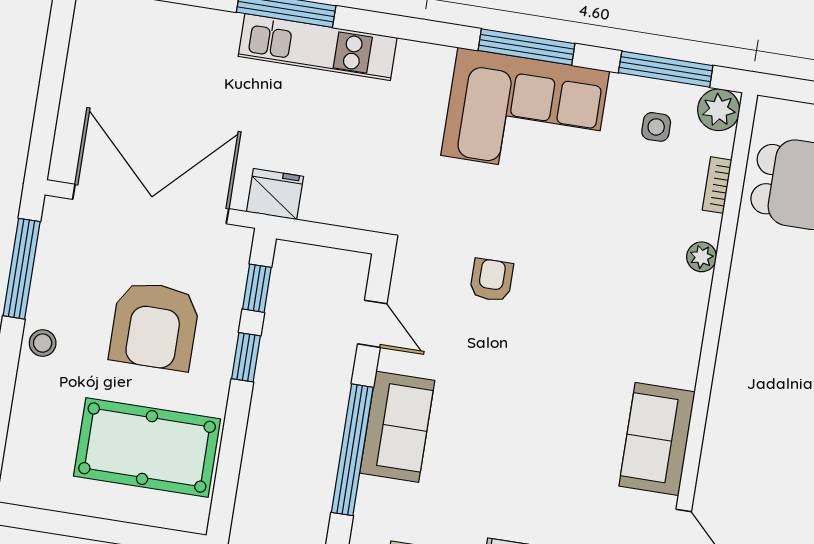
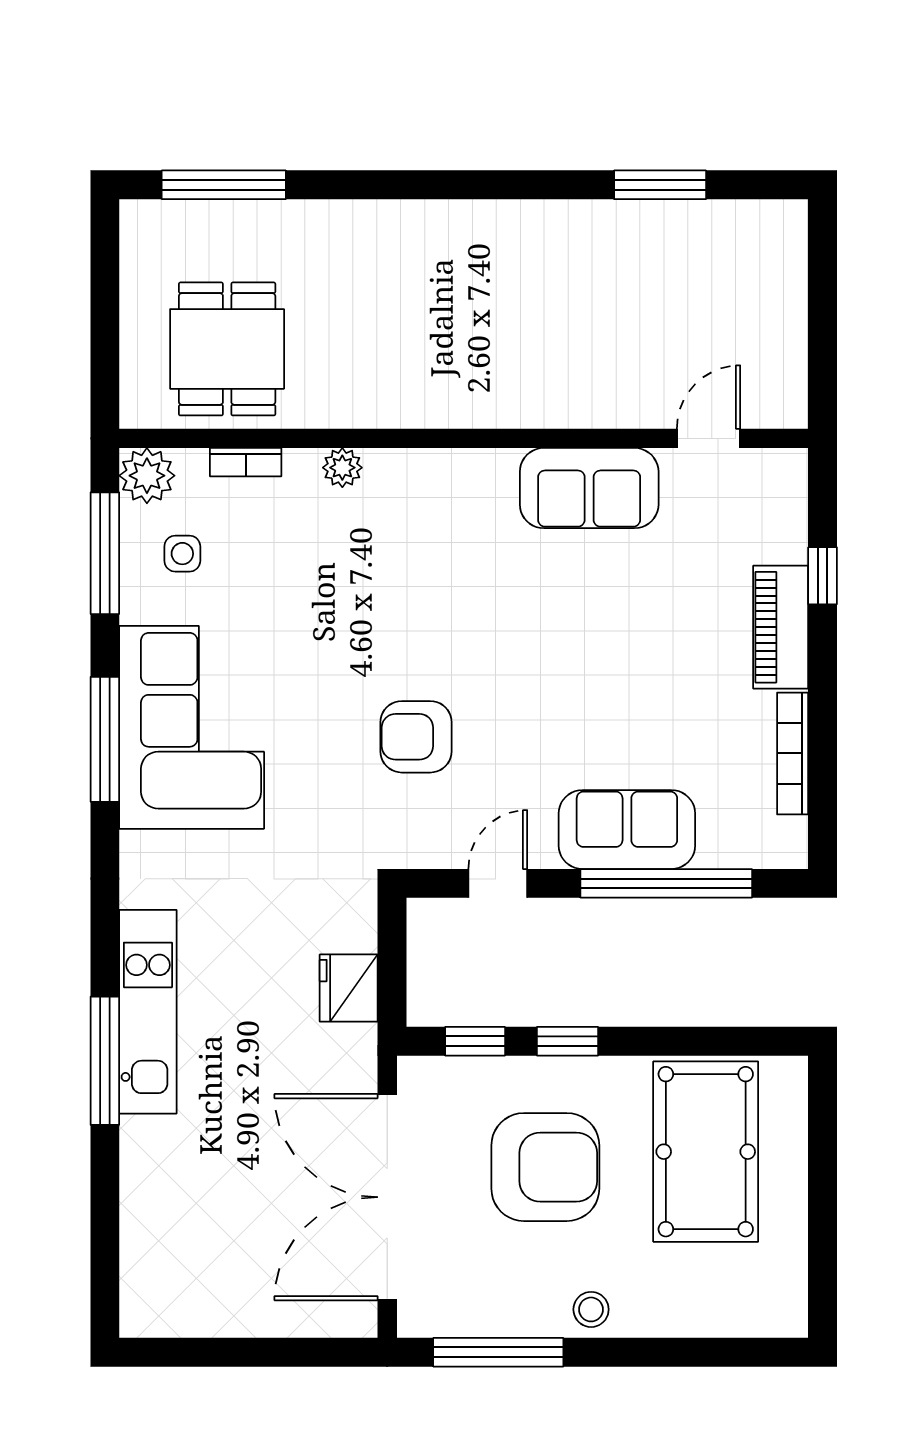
fridge: (275, 194) -> (349, 988), moved
armchair: (492, 280) -> (416, 737), width x1.38, depth x1.38

